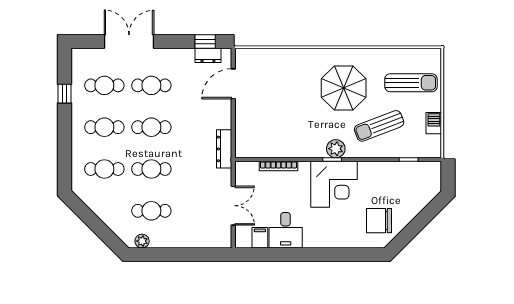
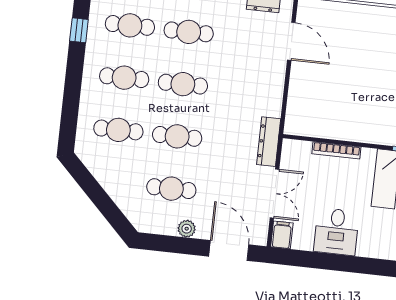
door: (233, 84) -> (291, 41), swing flipped
dresser: (224, 149) -> (269, 142), moved
filing cabinet: (260, 238) -> (282, 235), moved
plant: (142, 241) -> (187, 229), moved
door: (202, 255) -> (229, 250), added

